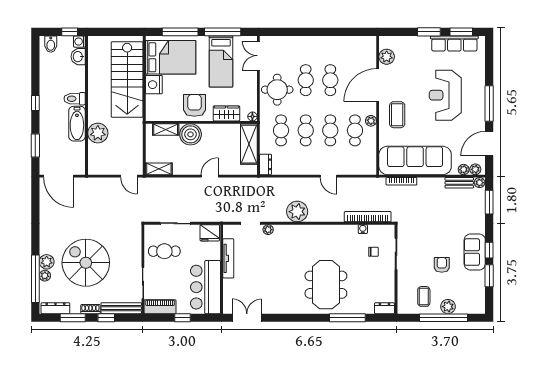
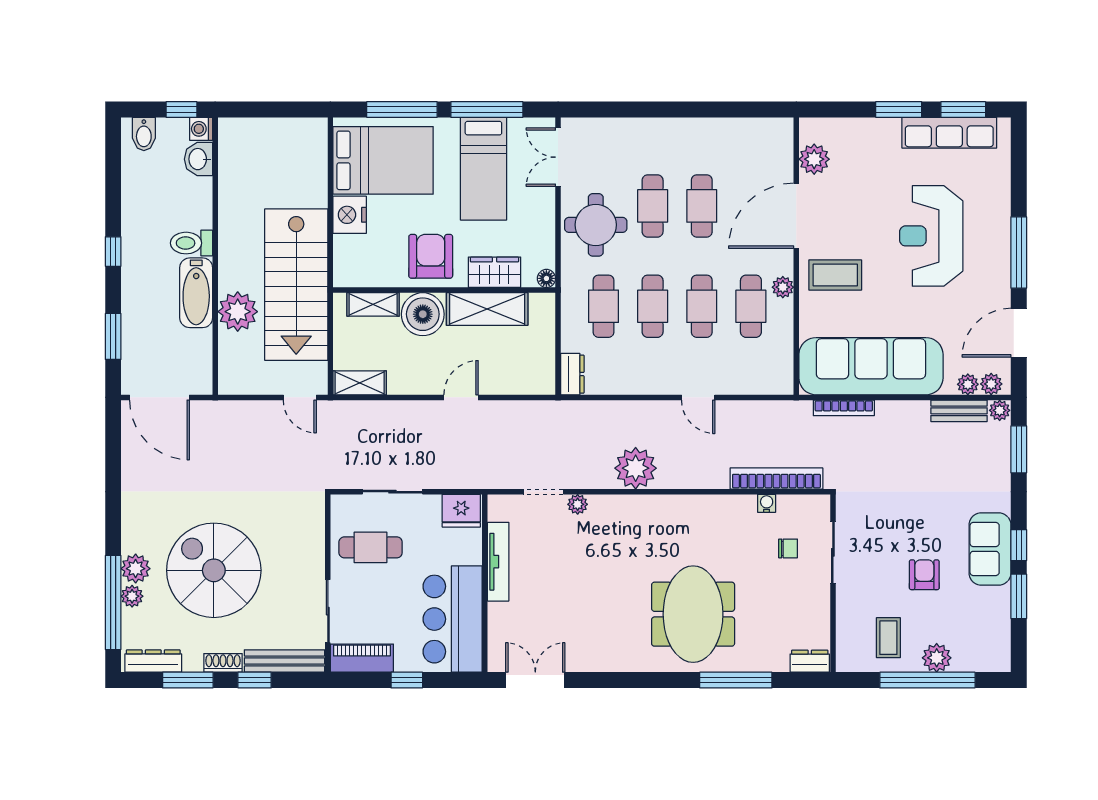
stairs: (127, 80) -> (296, 285), moved
coffee table: (397, 115) -> (835, 275), turned 90
shelving: (249, 144) -> (487, 309), moved, turned 90

